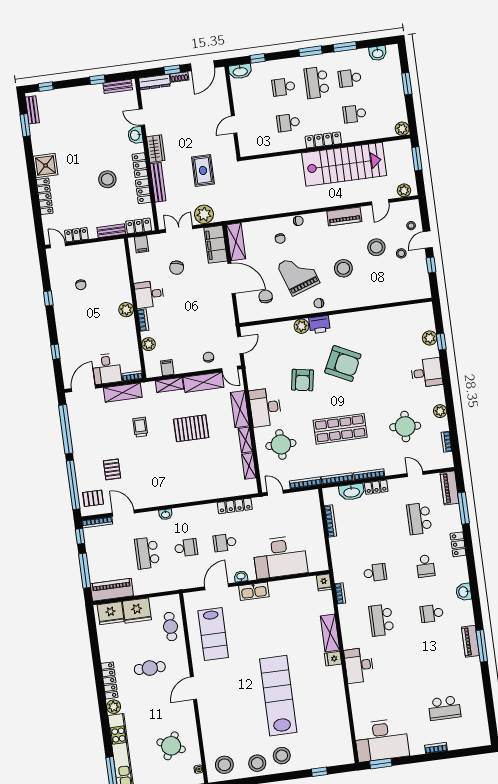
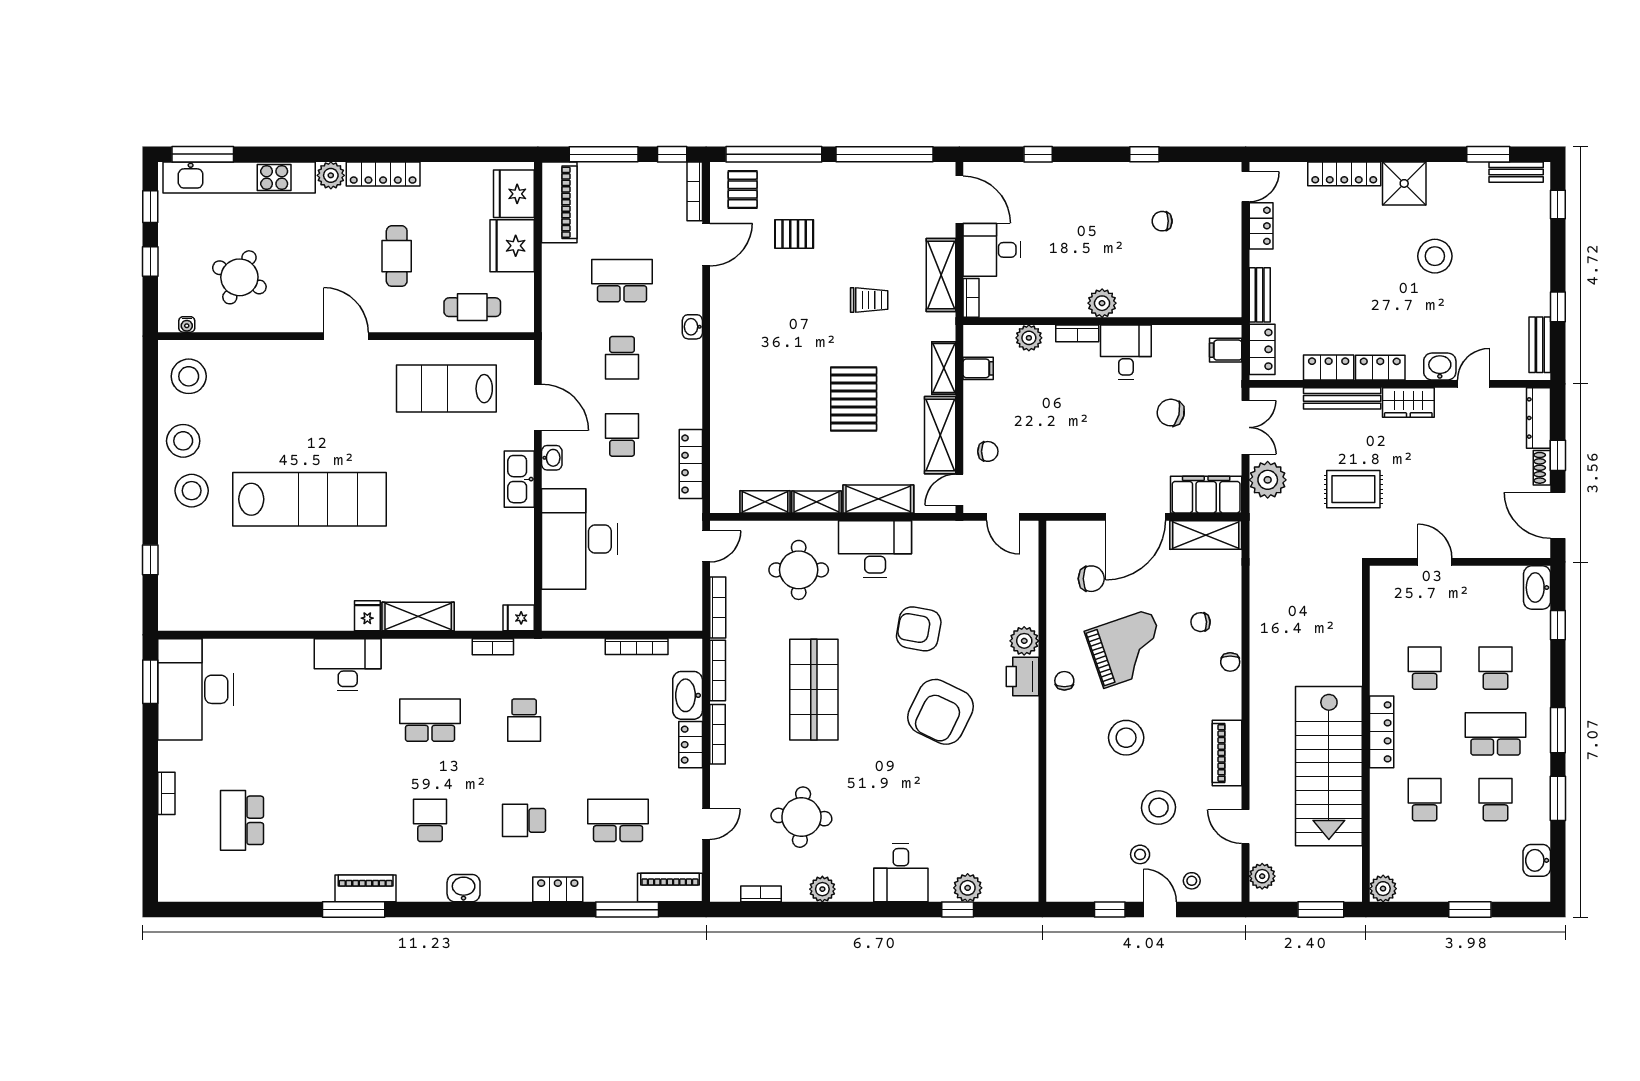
stool: (107, 179) -> (1435, 256), moved

